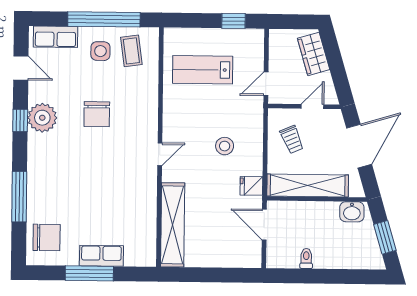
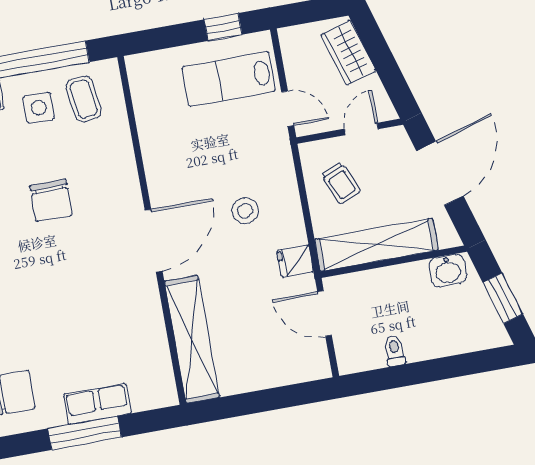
lab bench: (203, 70) -> (229, 79), moved
door: (266, 84) -> (288, 109), swing flipped
door: (160, 154) -> (154, 241), width x1.87

